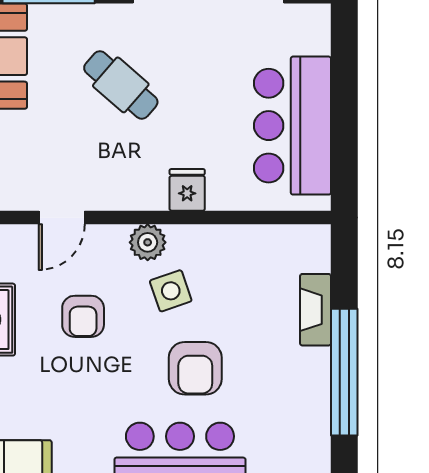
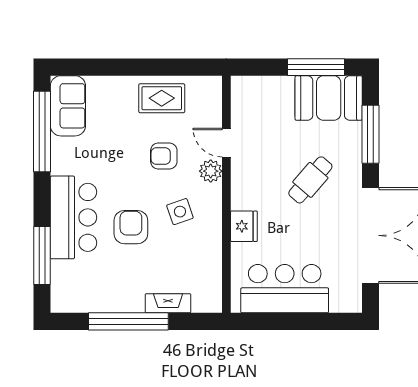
fridge: (187, 190) -> (244, 226), width x1.38
plant: (148, 242) -> (211, 171), moved
armchair: (195, 368) -> (131, 227), turned 90

